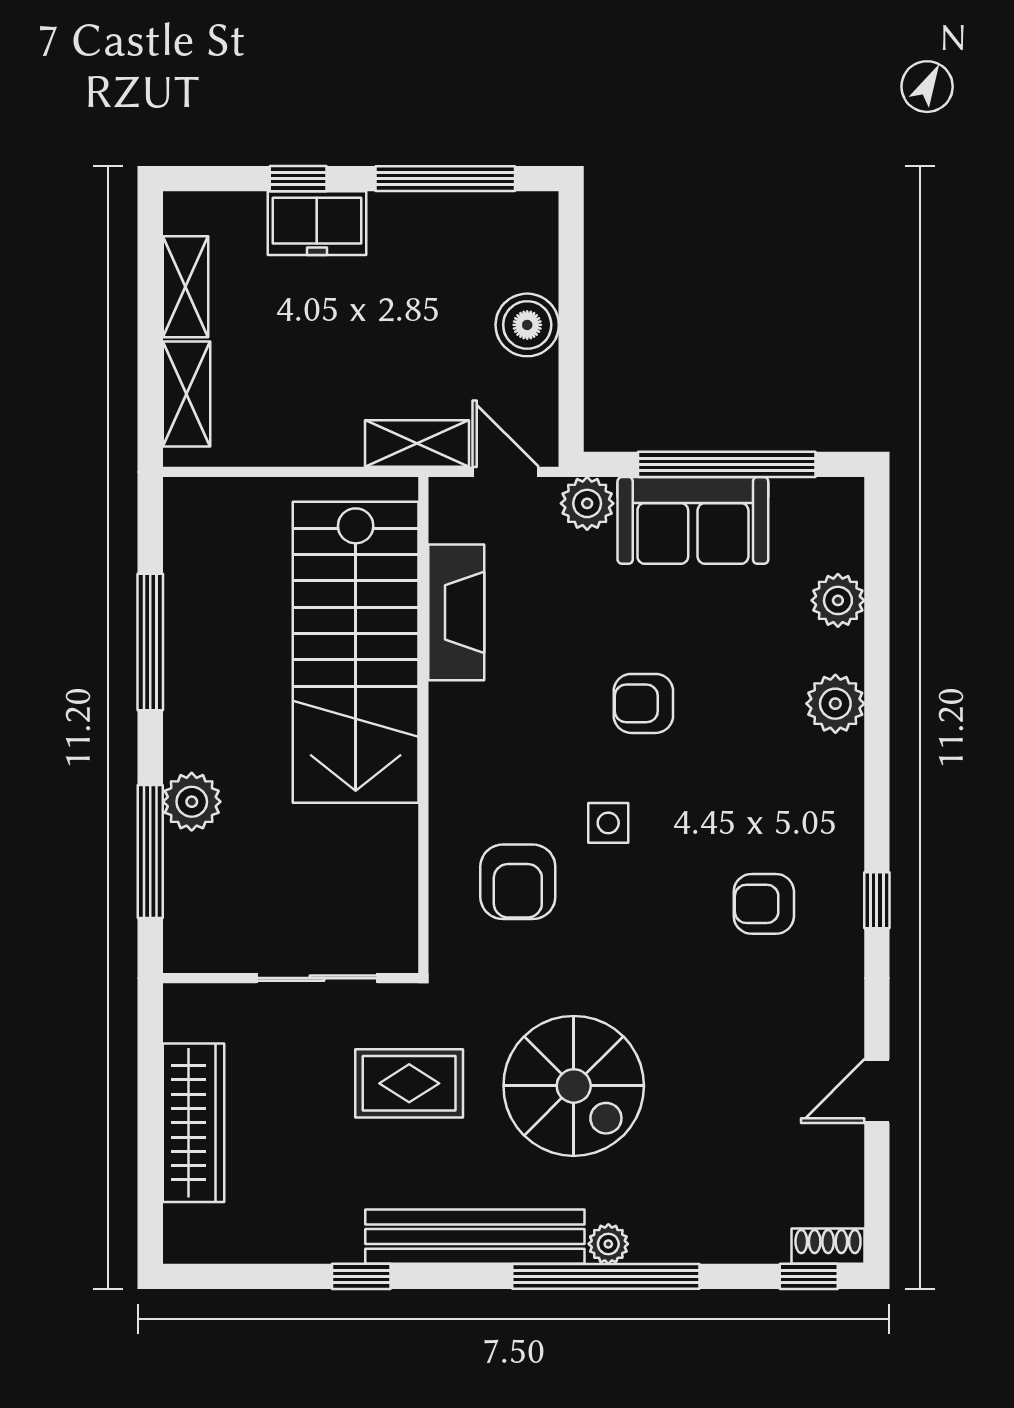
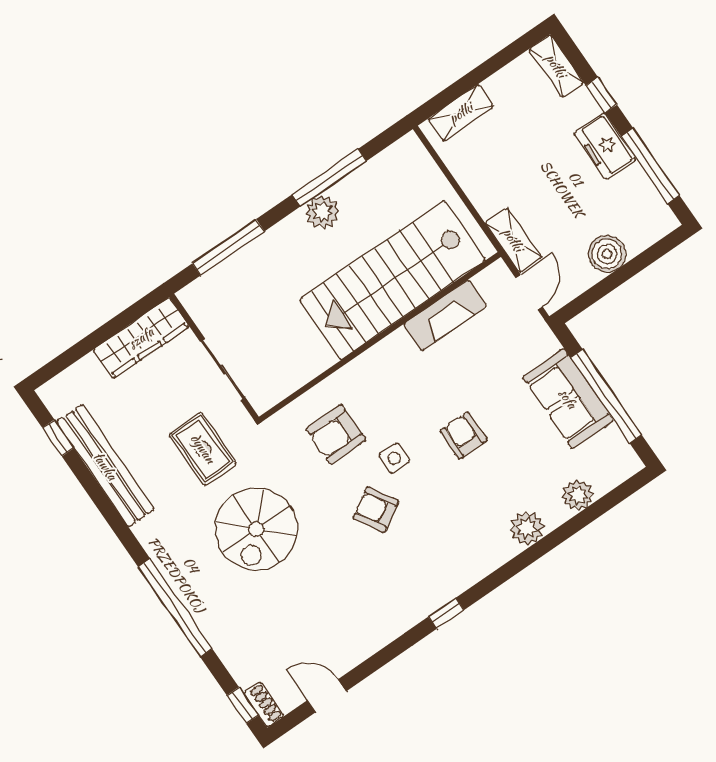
freezer: (317, 223) -> (605, 146), moved
shelving: (185, 287) -> (556, 66), moved, turned 90
plant: (587, 503) -> (541, 342), removed
plant: (192, 802) -> (322, 212), moved
armchair: (764, 904) -> (376, 510), moved, turned -31
door: (877, 1091) -> (327, 696), moved
wardrobe: (193, 1123) -> (141, 338), moved
bench: (475, 1237) -> (105, 466), moved
plant: (608, 1244) -> (192, 598), removed
window: (361, 1276) -> (58, 438), moved

